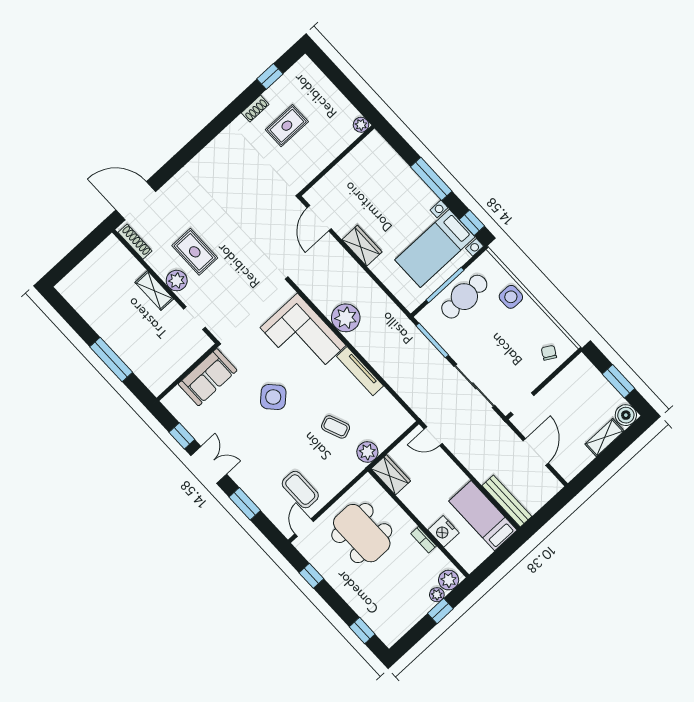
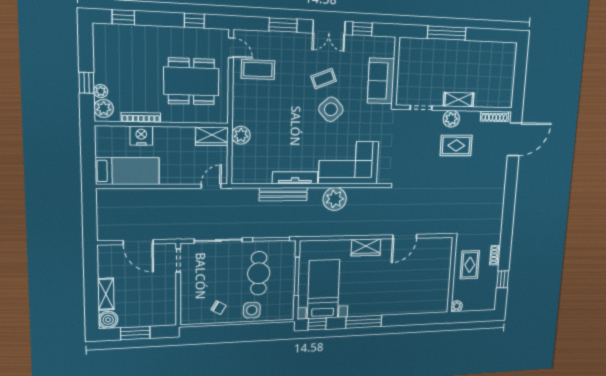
plant: (361, 125) -> (457, 306), moved
wall: (337, 161) -> (452, 275), moved
door: (319, 218) -> (405, 236), swing flipped
cafe table: (464, 297) -> (259, 273), moved
chair: (549, 353) -> (219, 308), moved
coffee table: (336, 427) -> (324, 79), moved
bench: (507, 501) -> (283, 194), moved
bookcase: (424, 540) -> (141, 117), width x1.56

